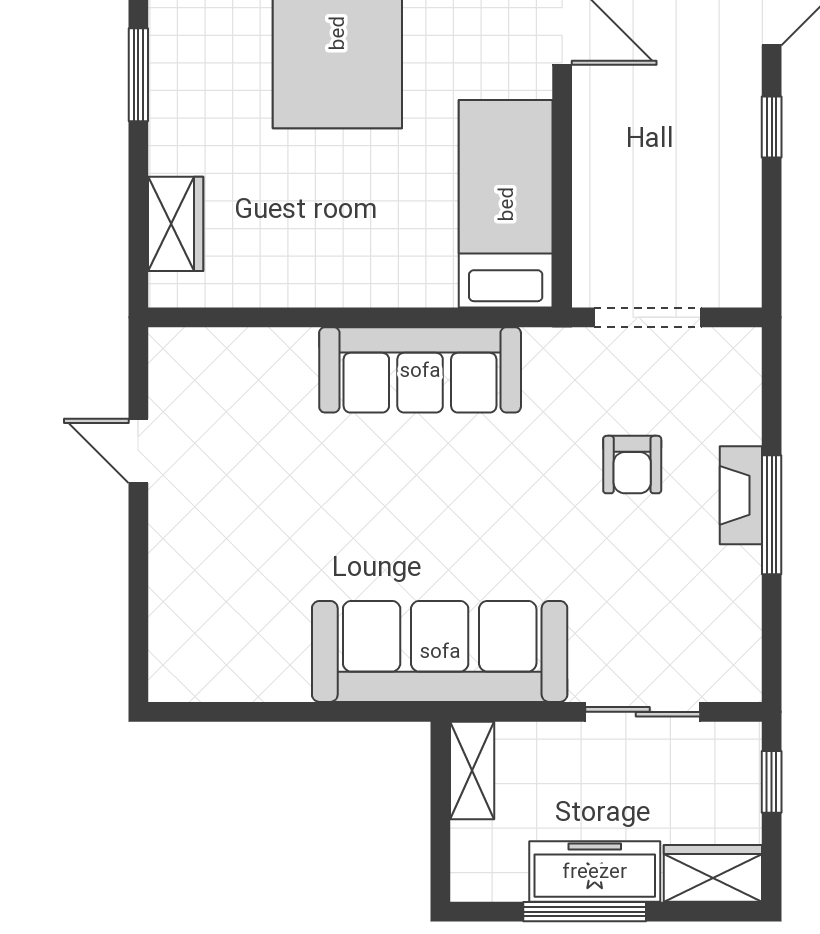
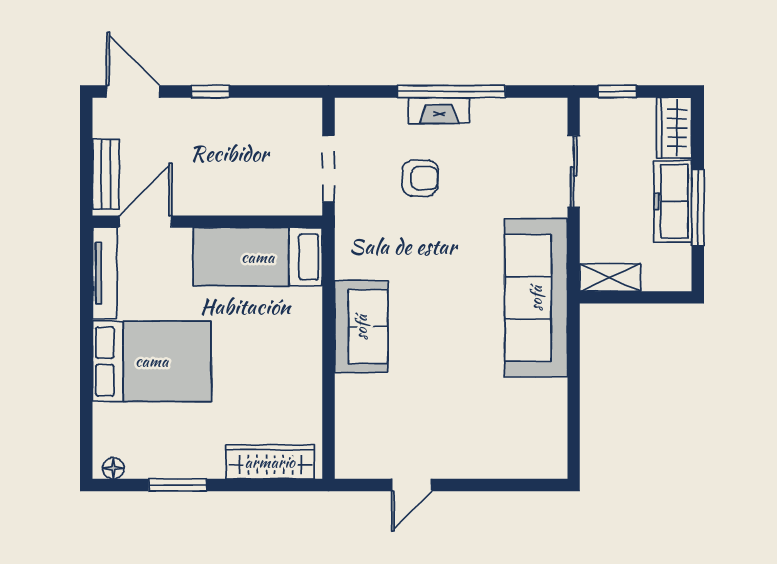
wardrobe: (176, 224) -> (270, 462), width x1.50
sofa: (420, 370) -> (361, 327), width x0.73
window: (772, 515) -> (451, 91), width x1.46

